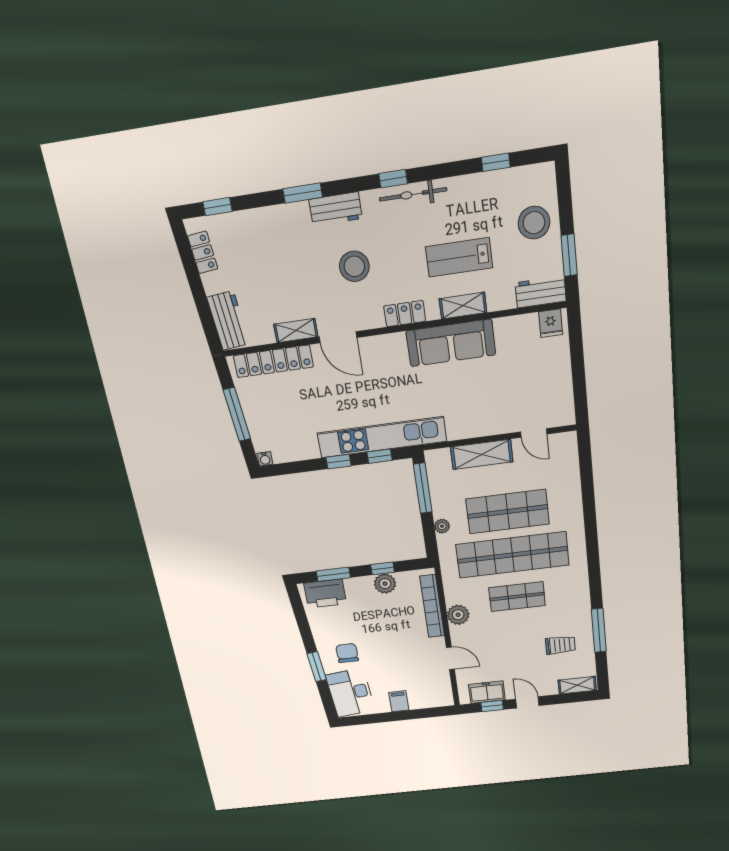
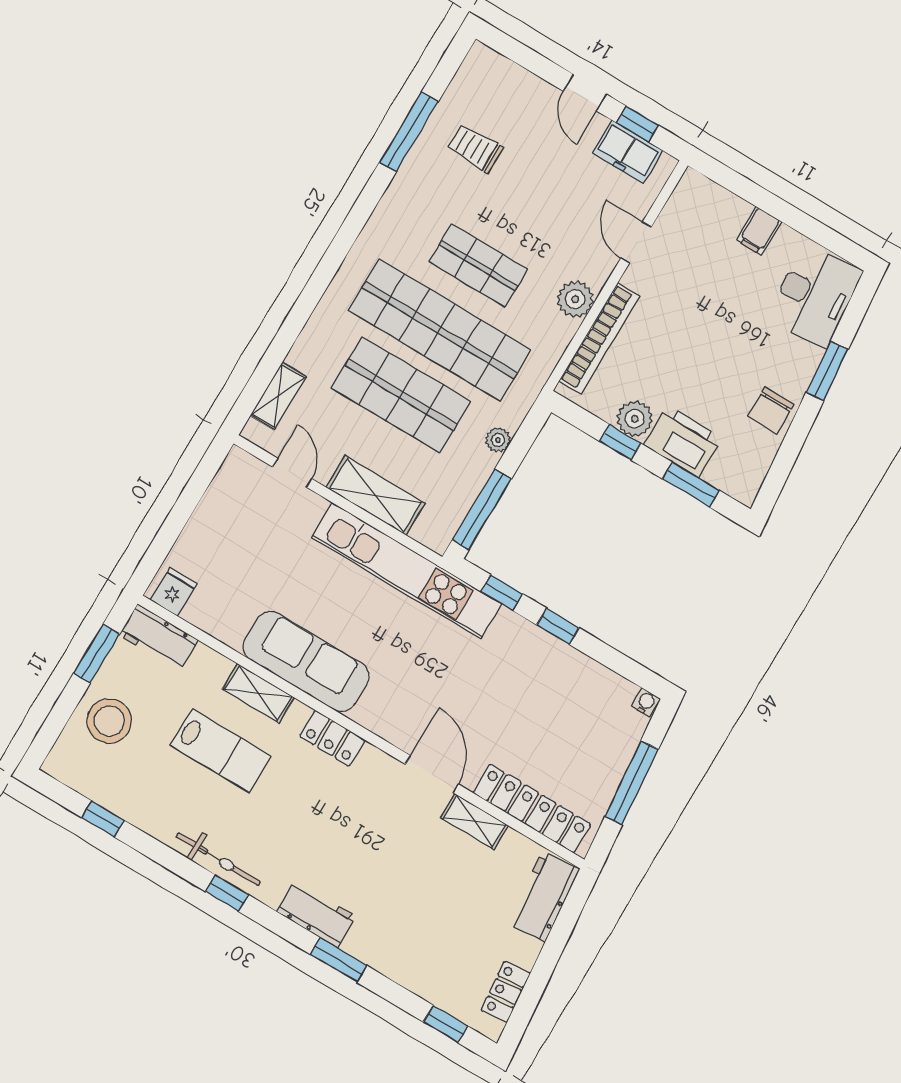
stool: (354, 266) -> (346, 837), removed
kitchen unit: (382, 437) -> (407, 571), moved
printer: (325, 594) -> (683, 441), moved
chair: (347, 653) -> (771, 410), moved
shelving: (577, 685) -> (278, 396), moved, turned 90

